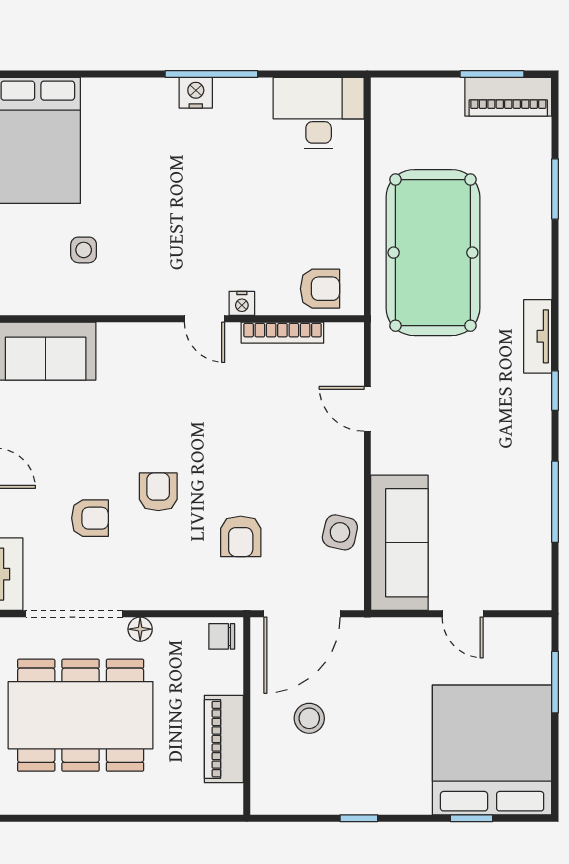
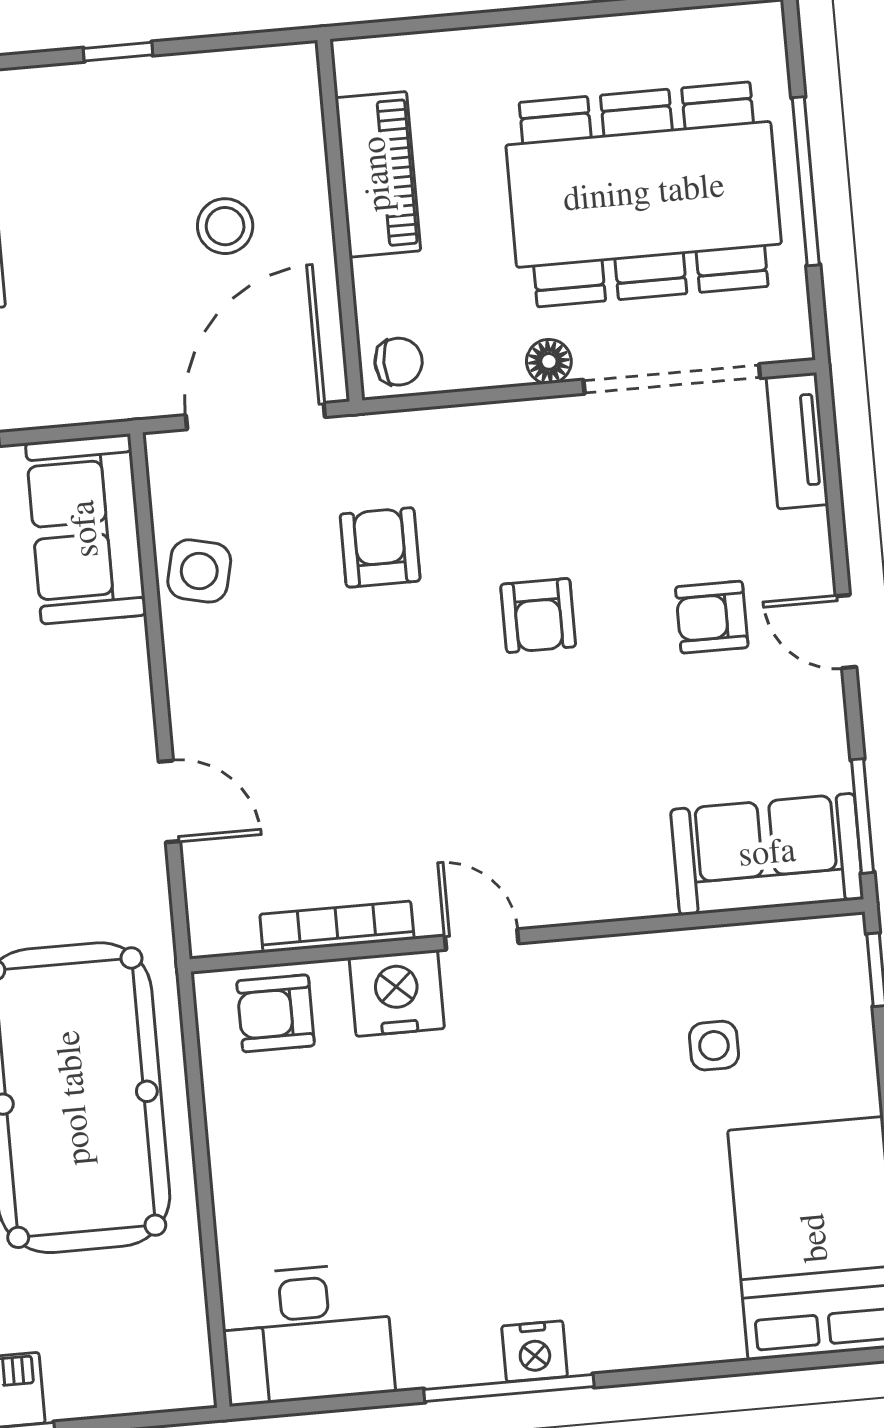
nightstand: (242, 303) -> (397, 993), width x1.89, depth x1.79
armchair: (90, 518) -> (712, 617), moved
sofa: (399, 543) -> (86, 529), width x0.73

